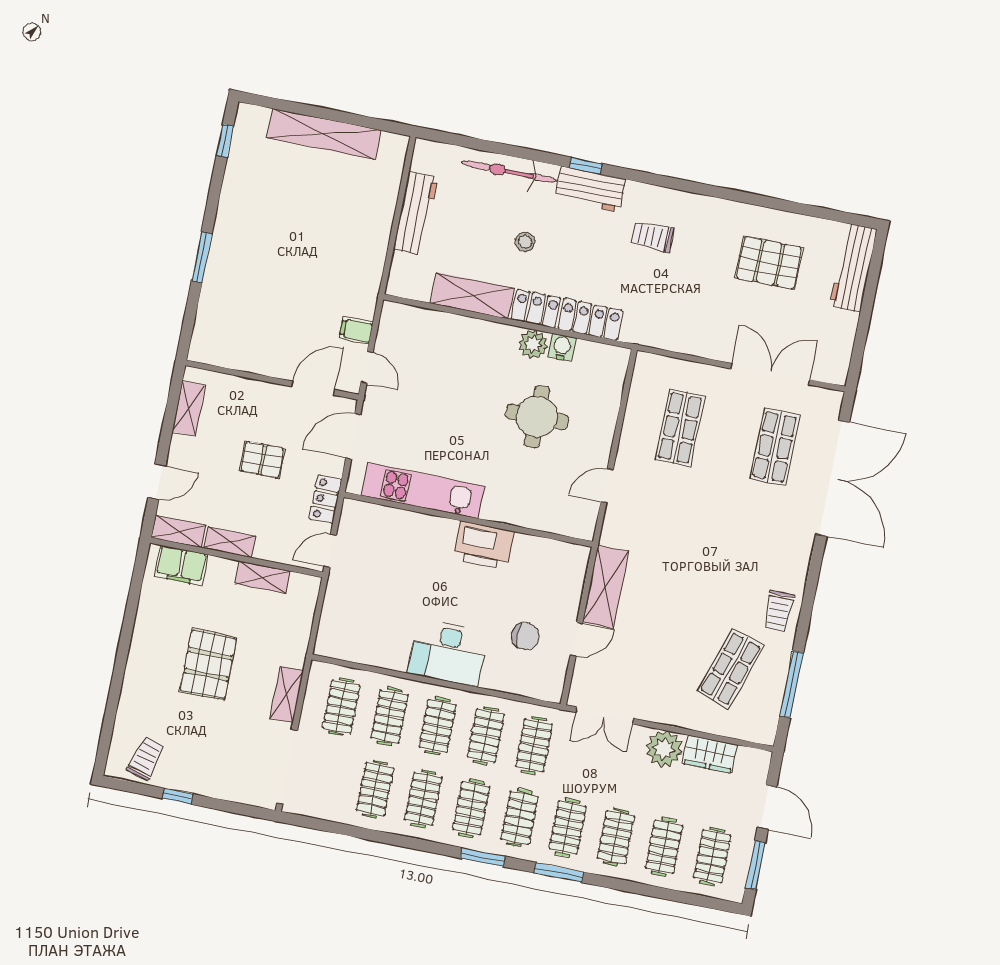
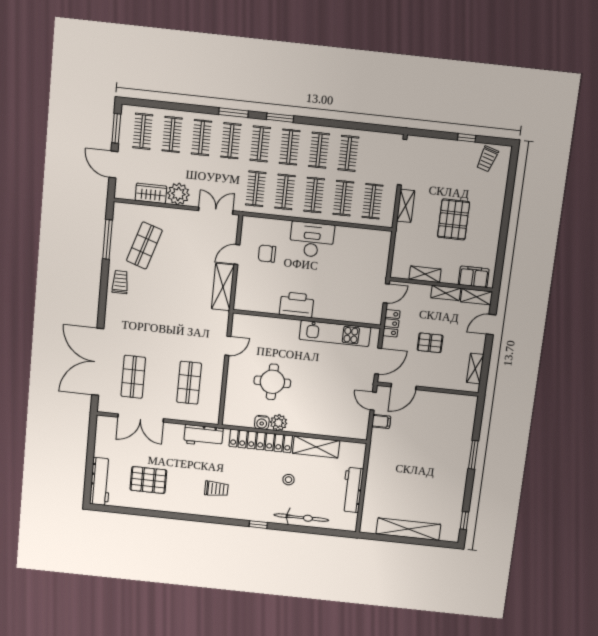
workbench: (590, 189) -> (203, 436), moved, turned 180

